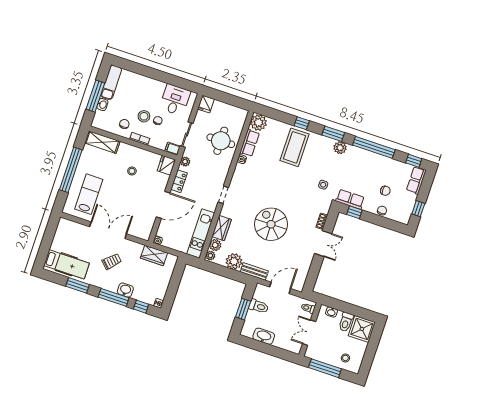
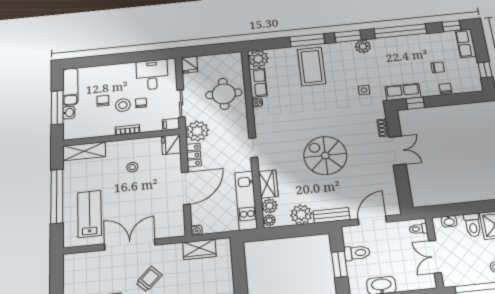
window: (302, 123) -> (307, 40), width x2.17
chair: (124, 124) -> (103, 101), moved
plant: (185, 162) -> (197, 131), width x1.87, depth x1.87

